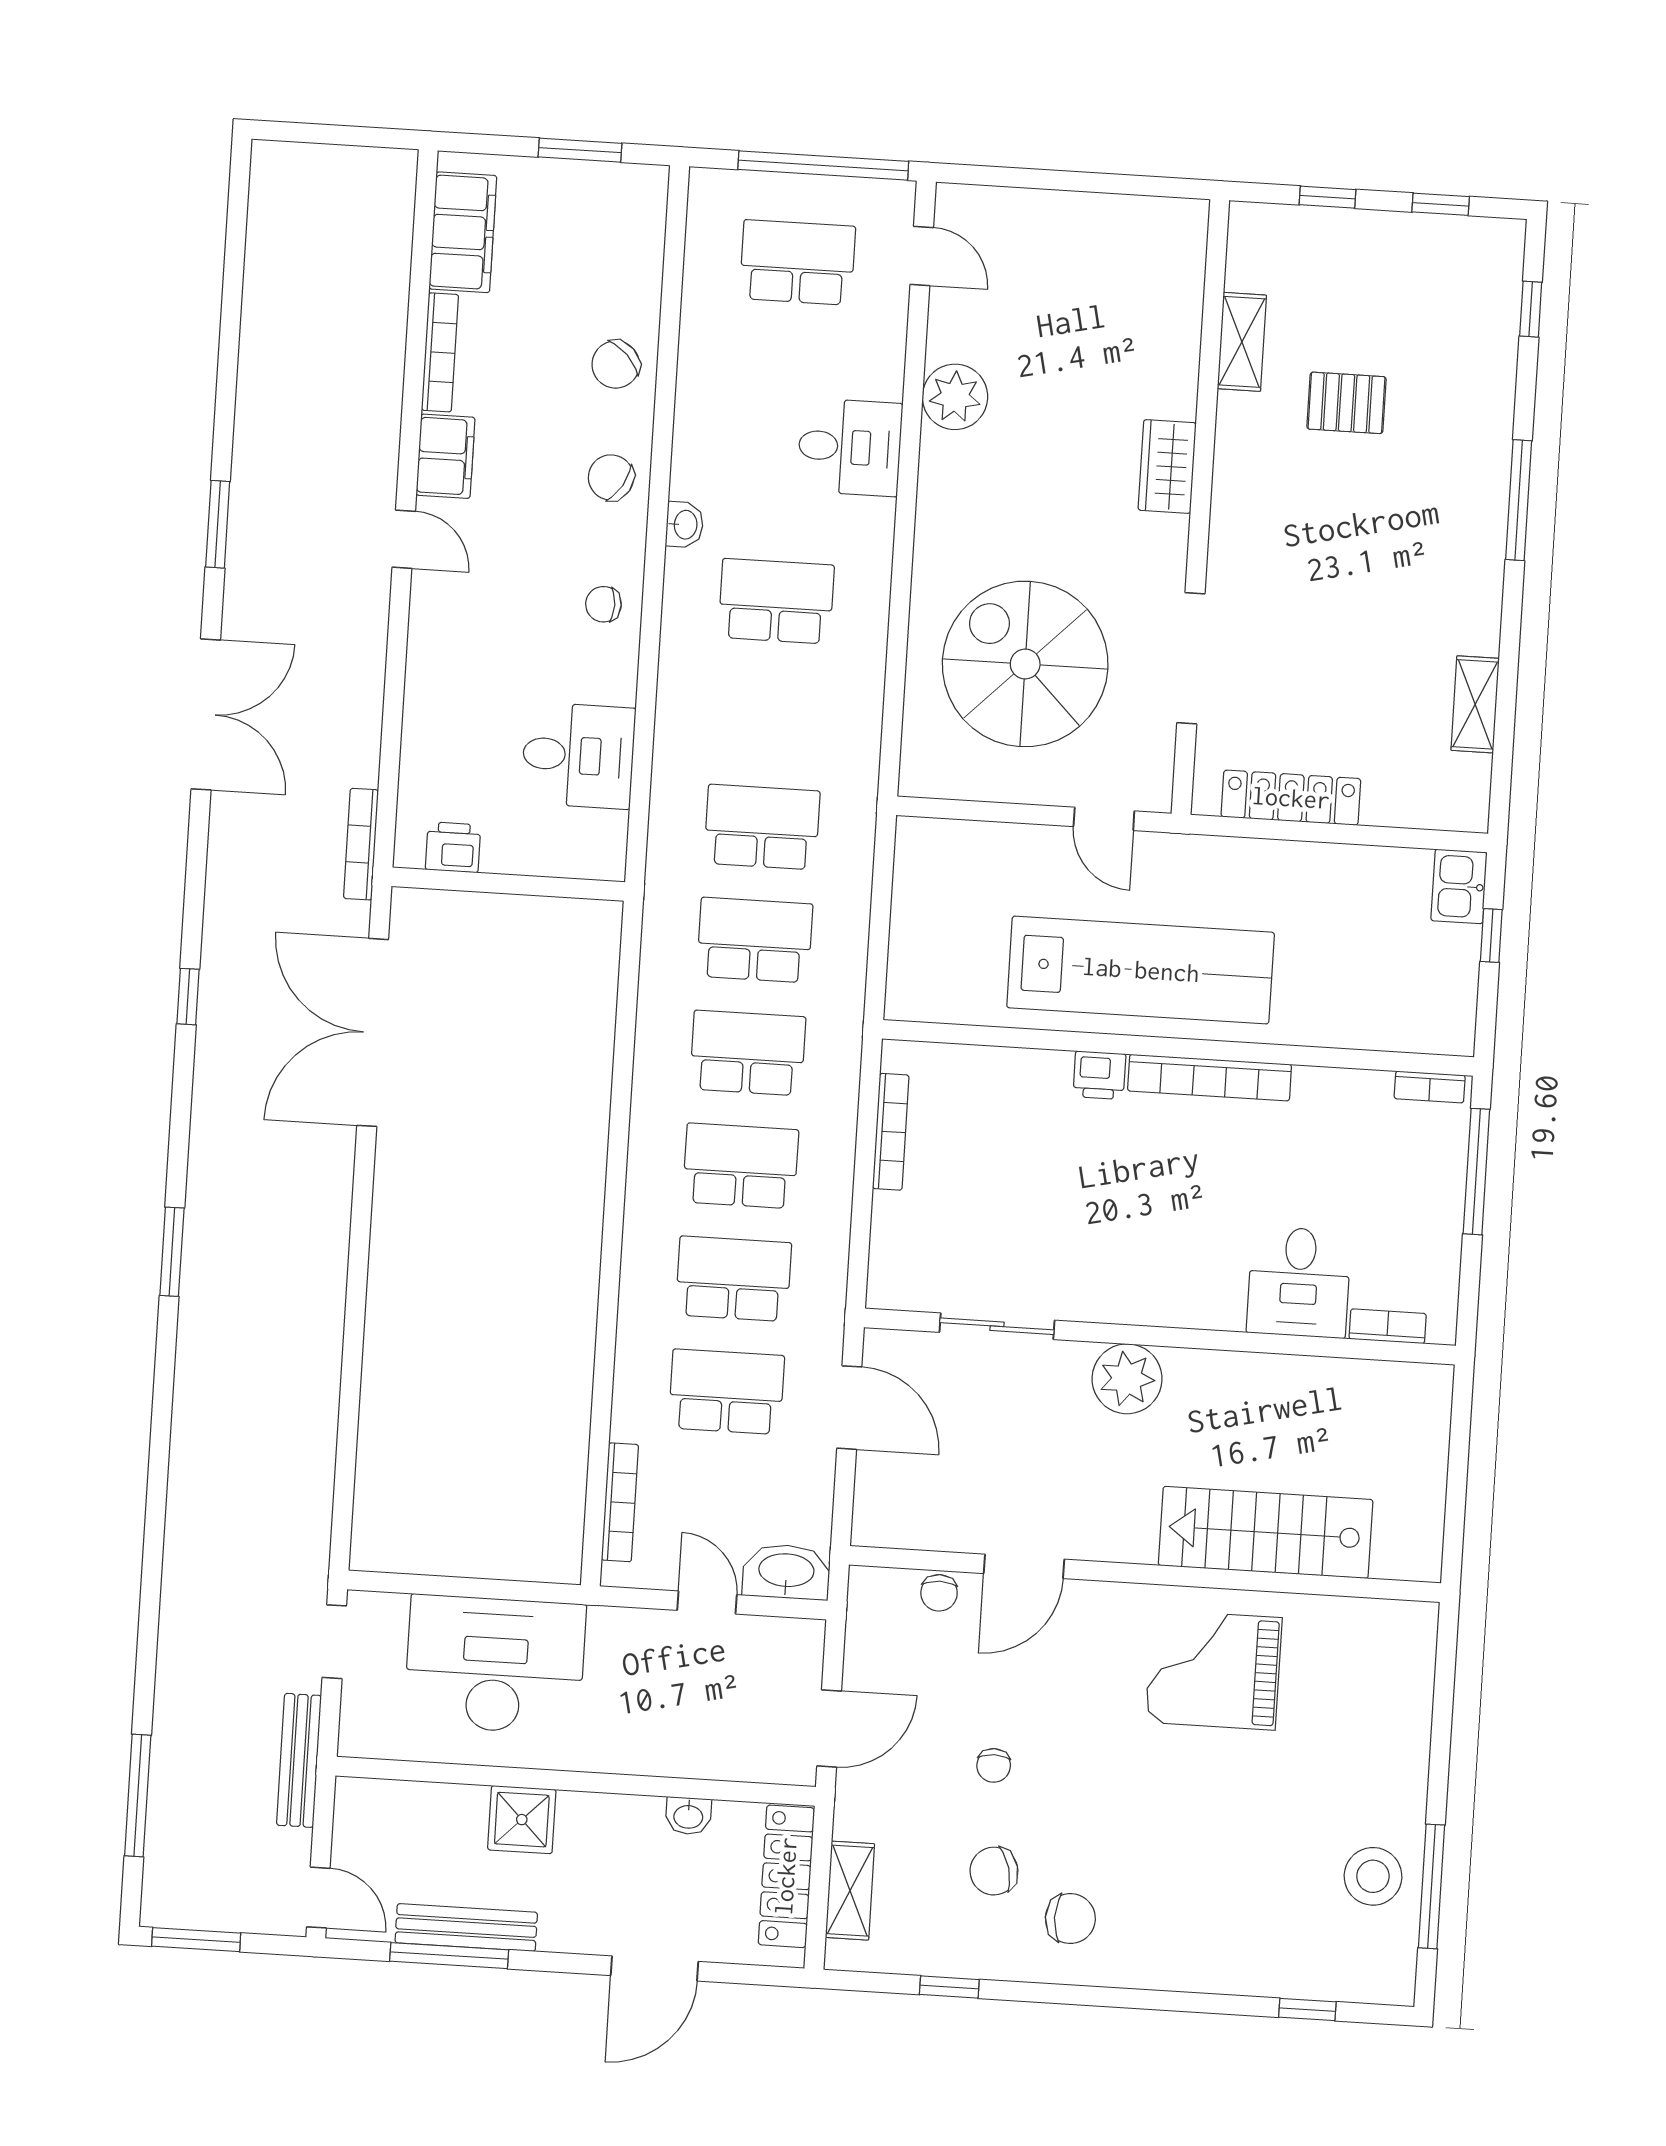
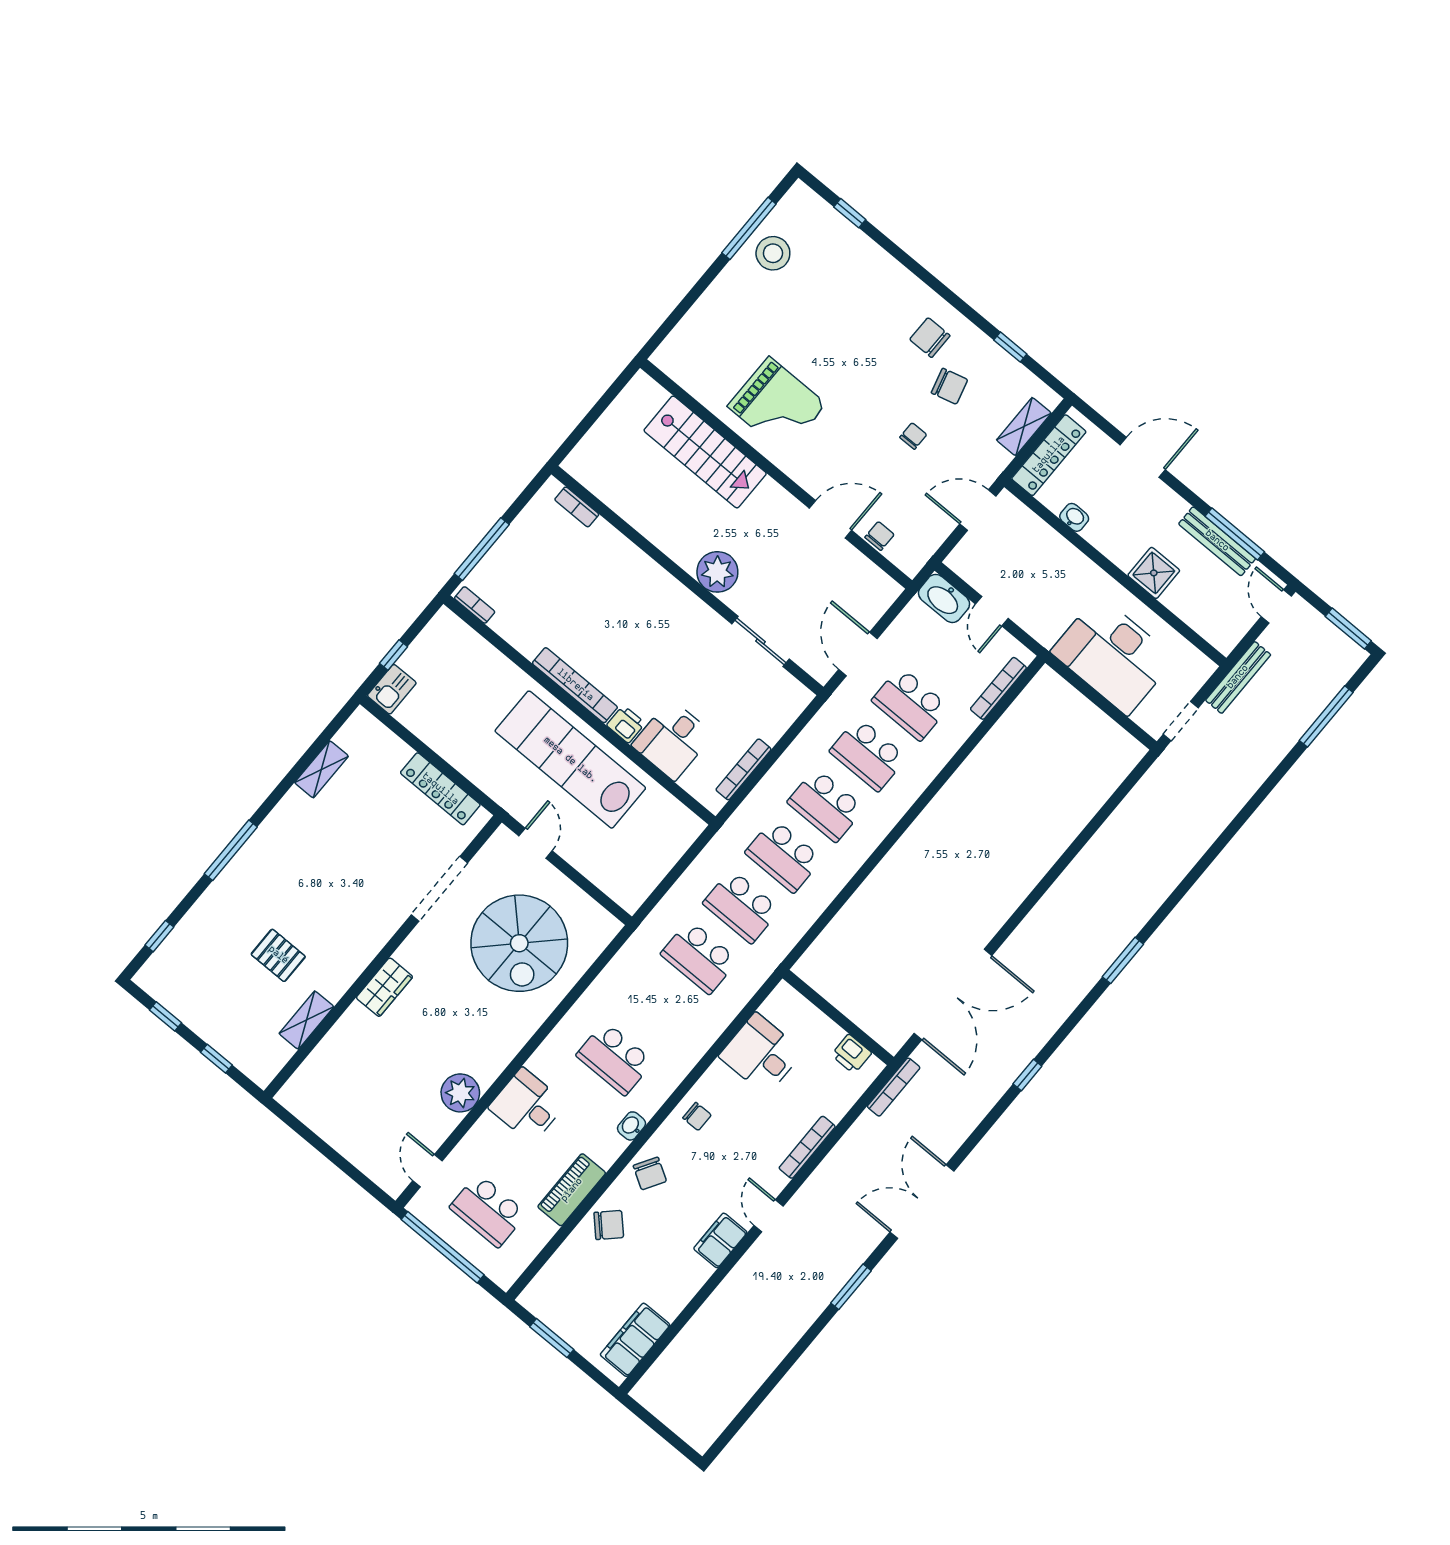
bookcase: (440, 352) -> (807, 1147), moved
piano: (703, 376) -> (572, 1190), added
desk: (1299, 1282) -> (673, 740), moved, turned 180

